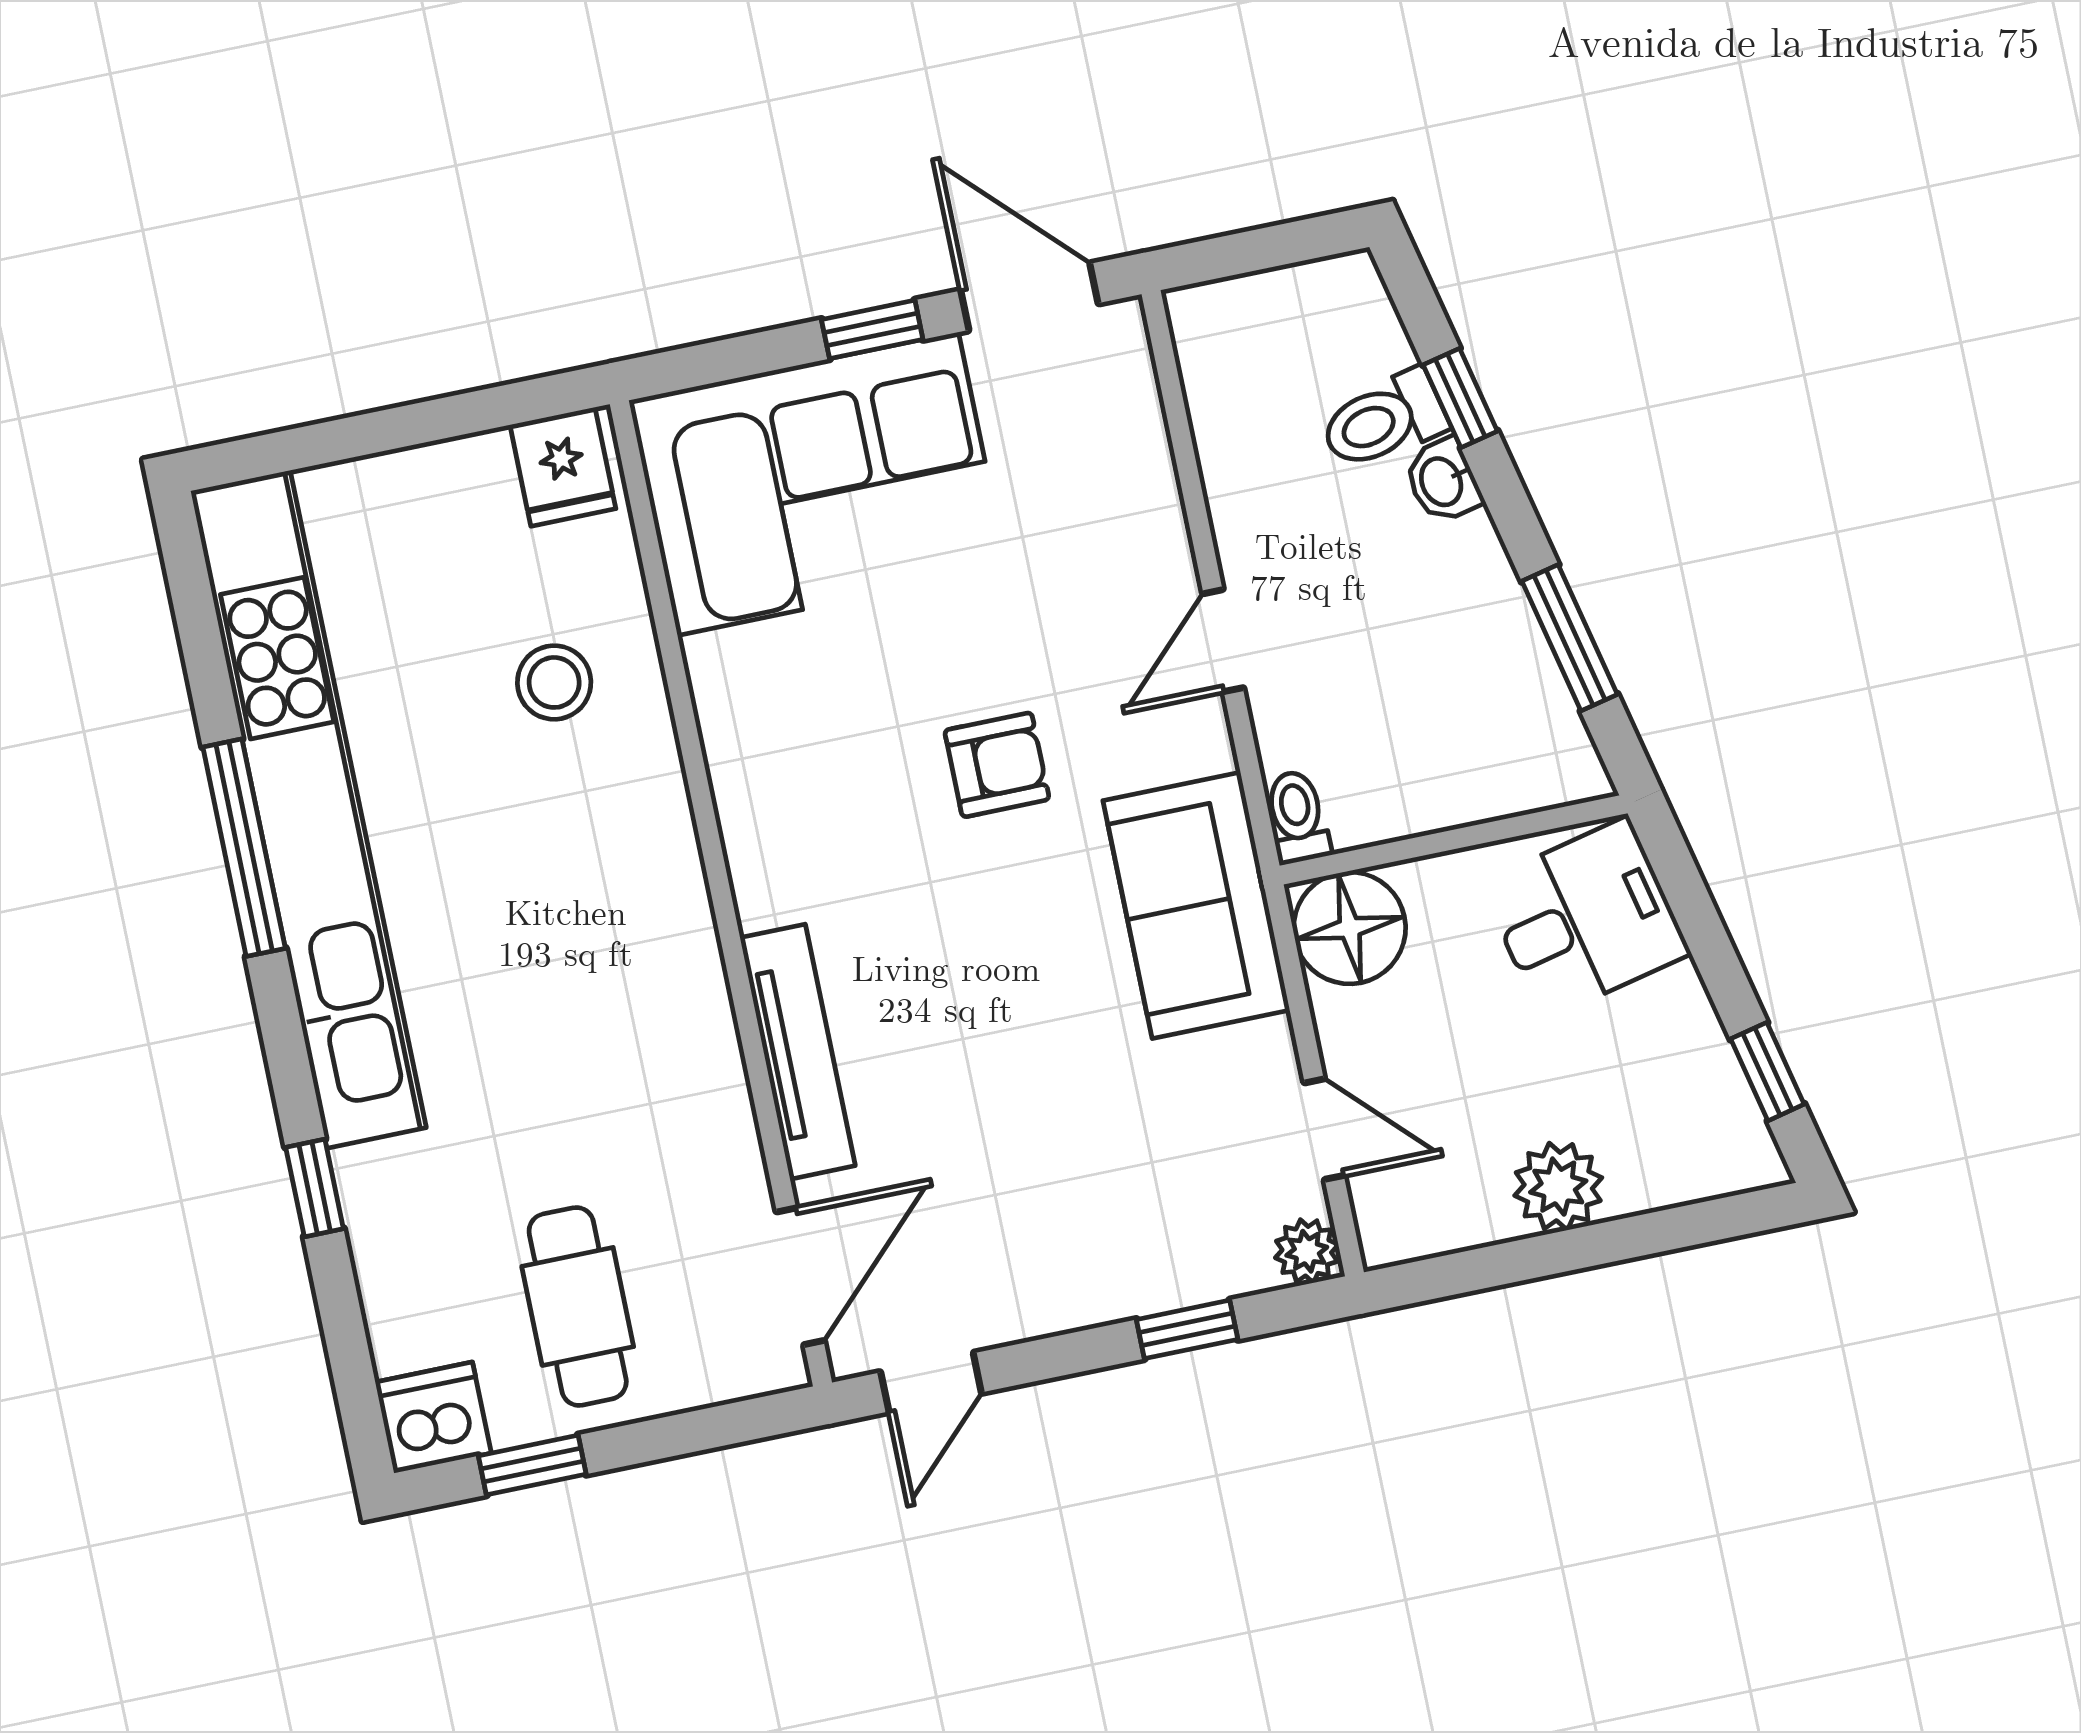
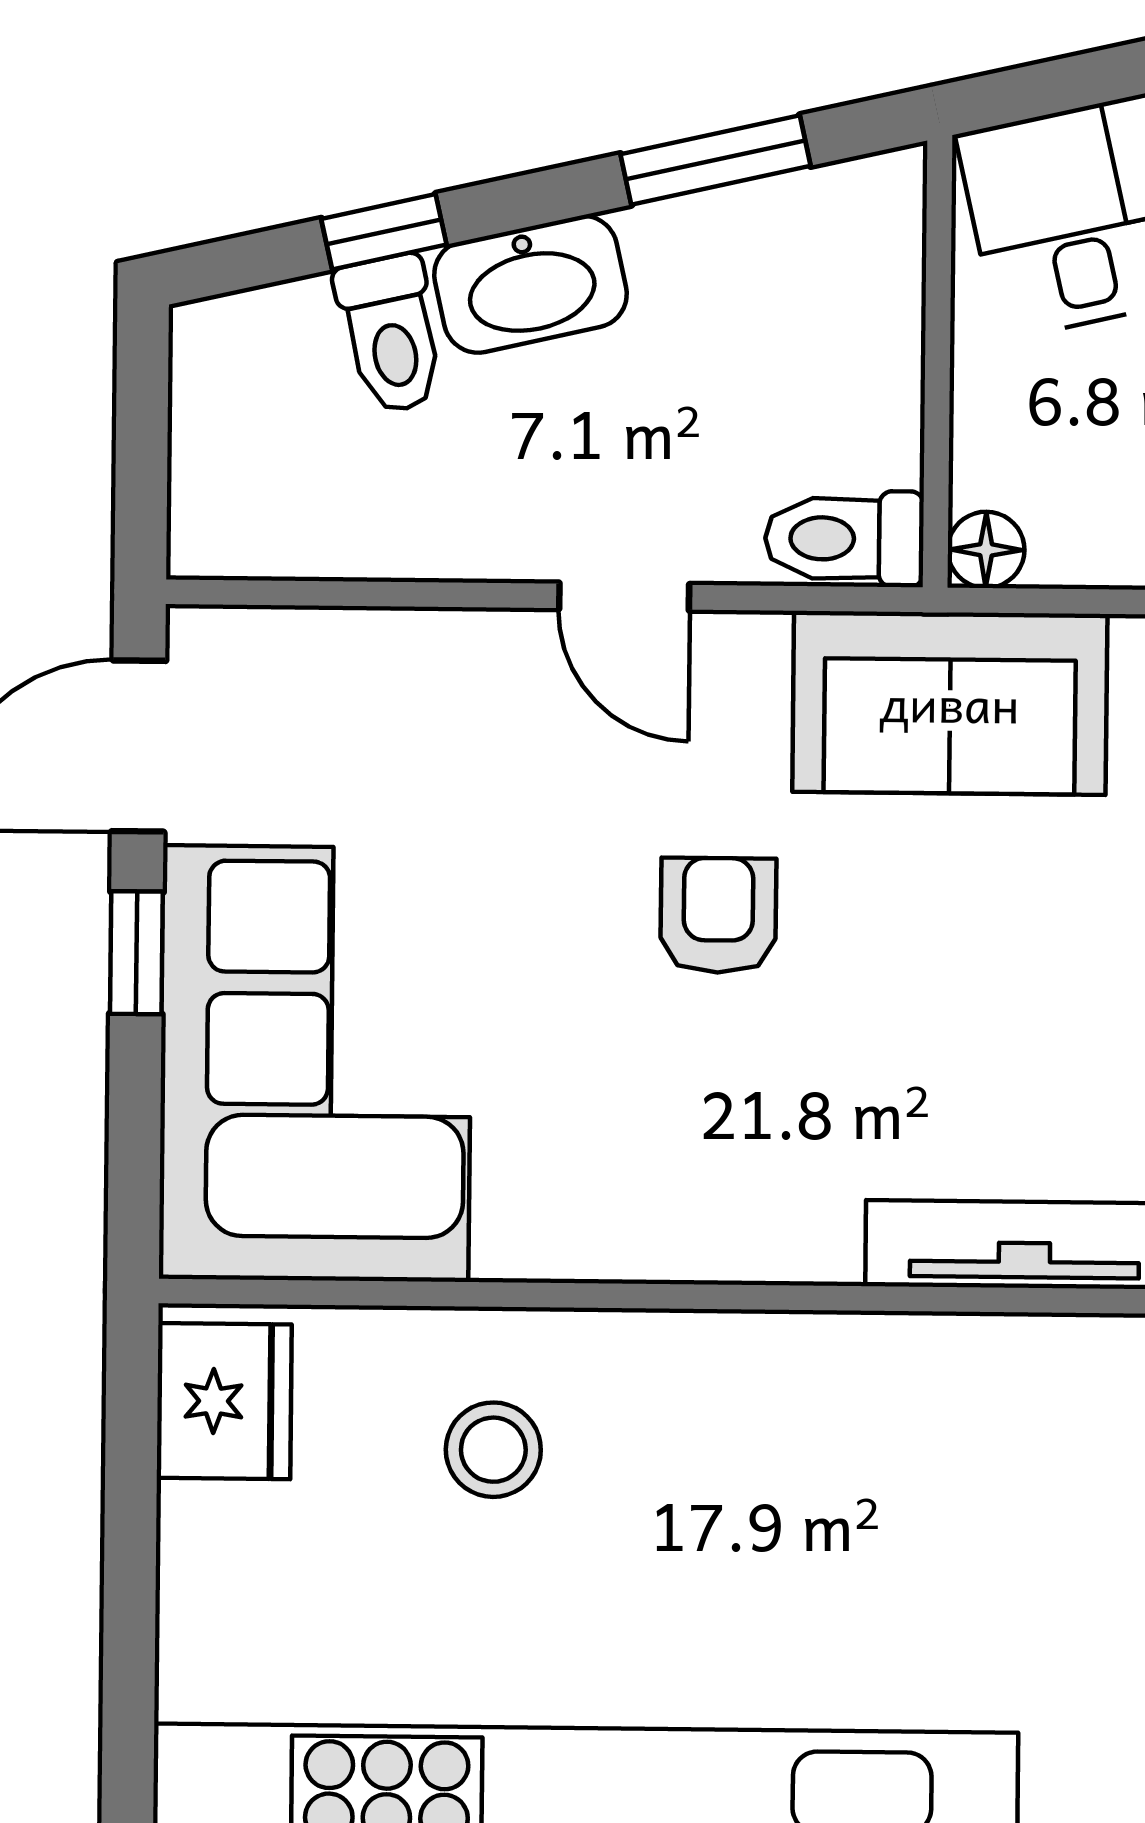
fridge: (563, 467) -> (224, 1401), width x1.38
washbasin: (1443, 481) -> (531, 284), width x1.91, depth x1.45
toilet: (1297, 817) -> (844, 539), width x1.37, depth x1.39
floor lamp: (1350, 928) -> (986, 550), width x0.53, depth x0.53

